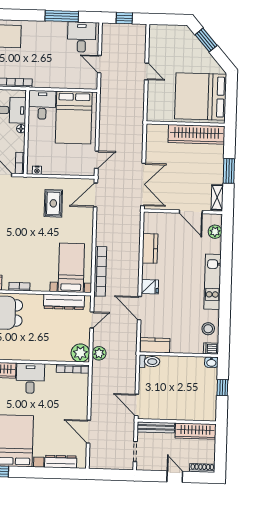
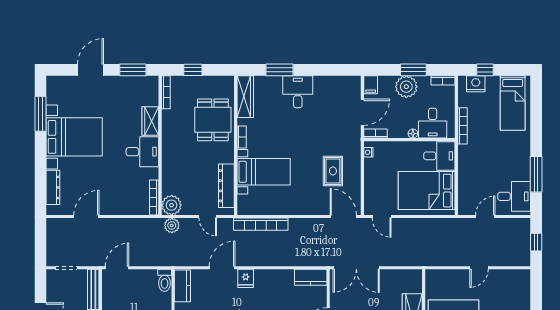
rug: (53, 203) -> (333, 171), turned 90
kitchen counter: (150, 248) -> (311, 277), moved
bed with nightstands: (71, 268) -> (264, 172), moved

